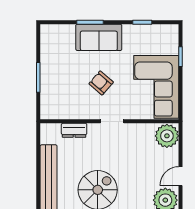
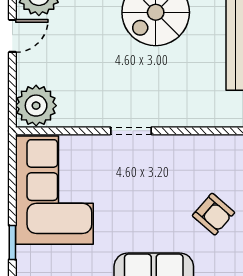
armchair: (101, 83) -> (213, 214), moved
dresser: (74, 130) -> (196, 115), removed

